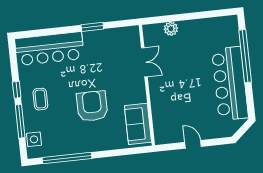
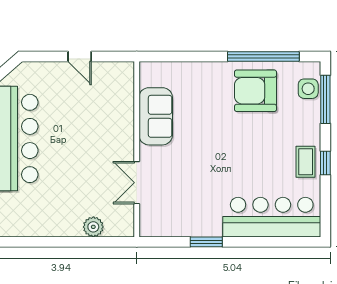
coffee table: (40, 99) -> (306, 162), moved
armchair: (92, 106) -> (255, 91), moved, turned 90
window: (20, 121) -> (325, 99), moved
sofa: (138, 124) -> (156, 116), moved

